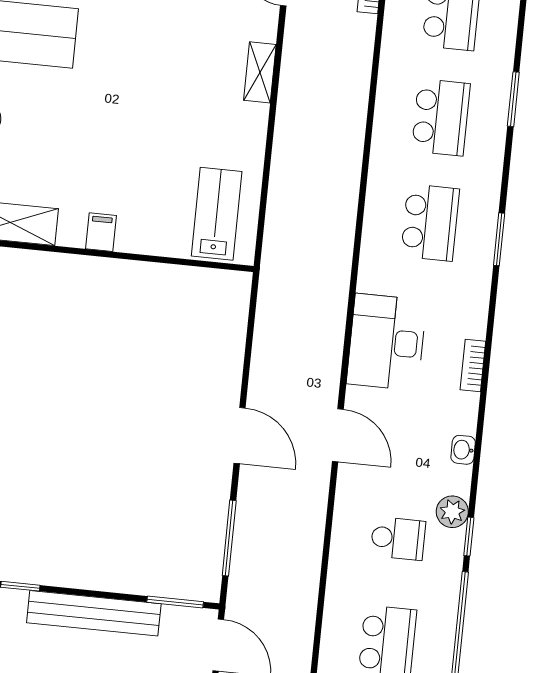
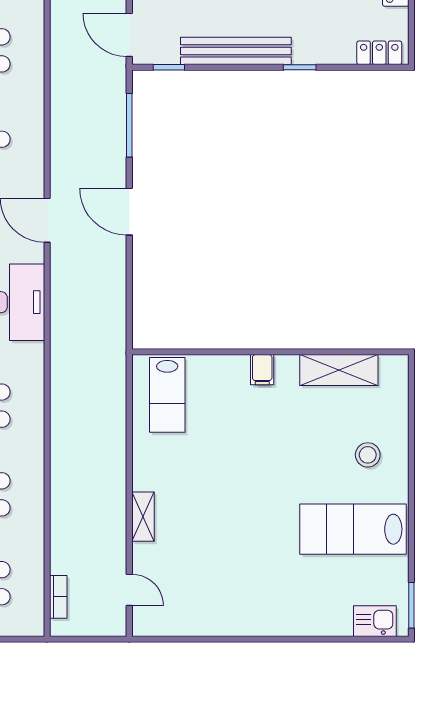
window: (175, 602) -> (169, 67), width x0.67

